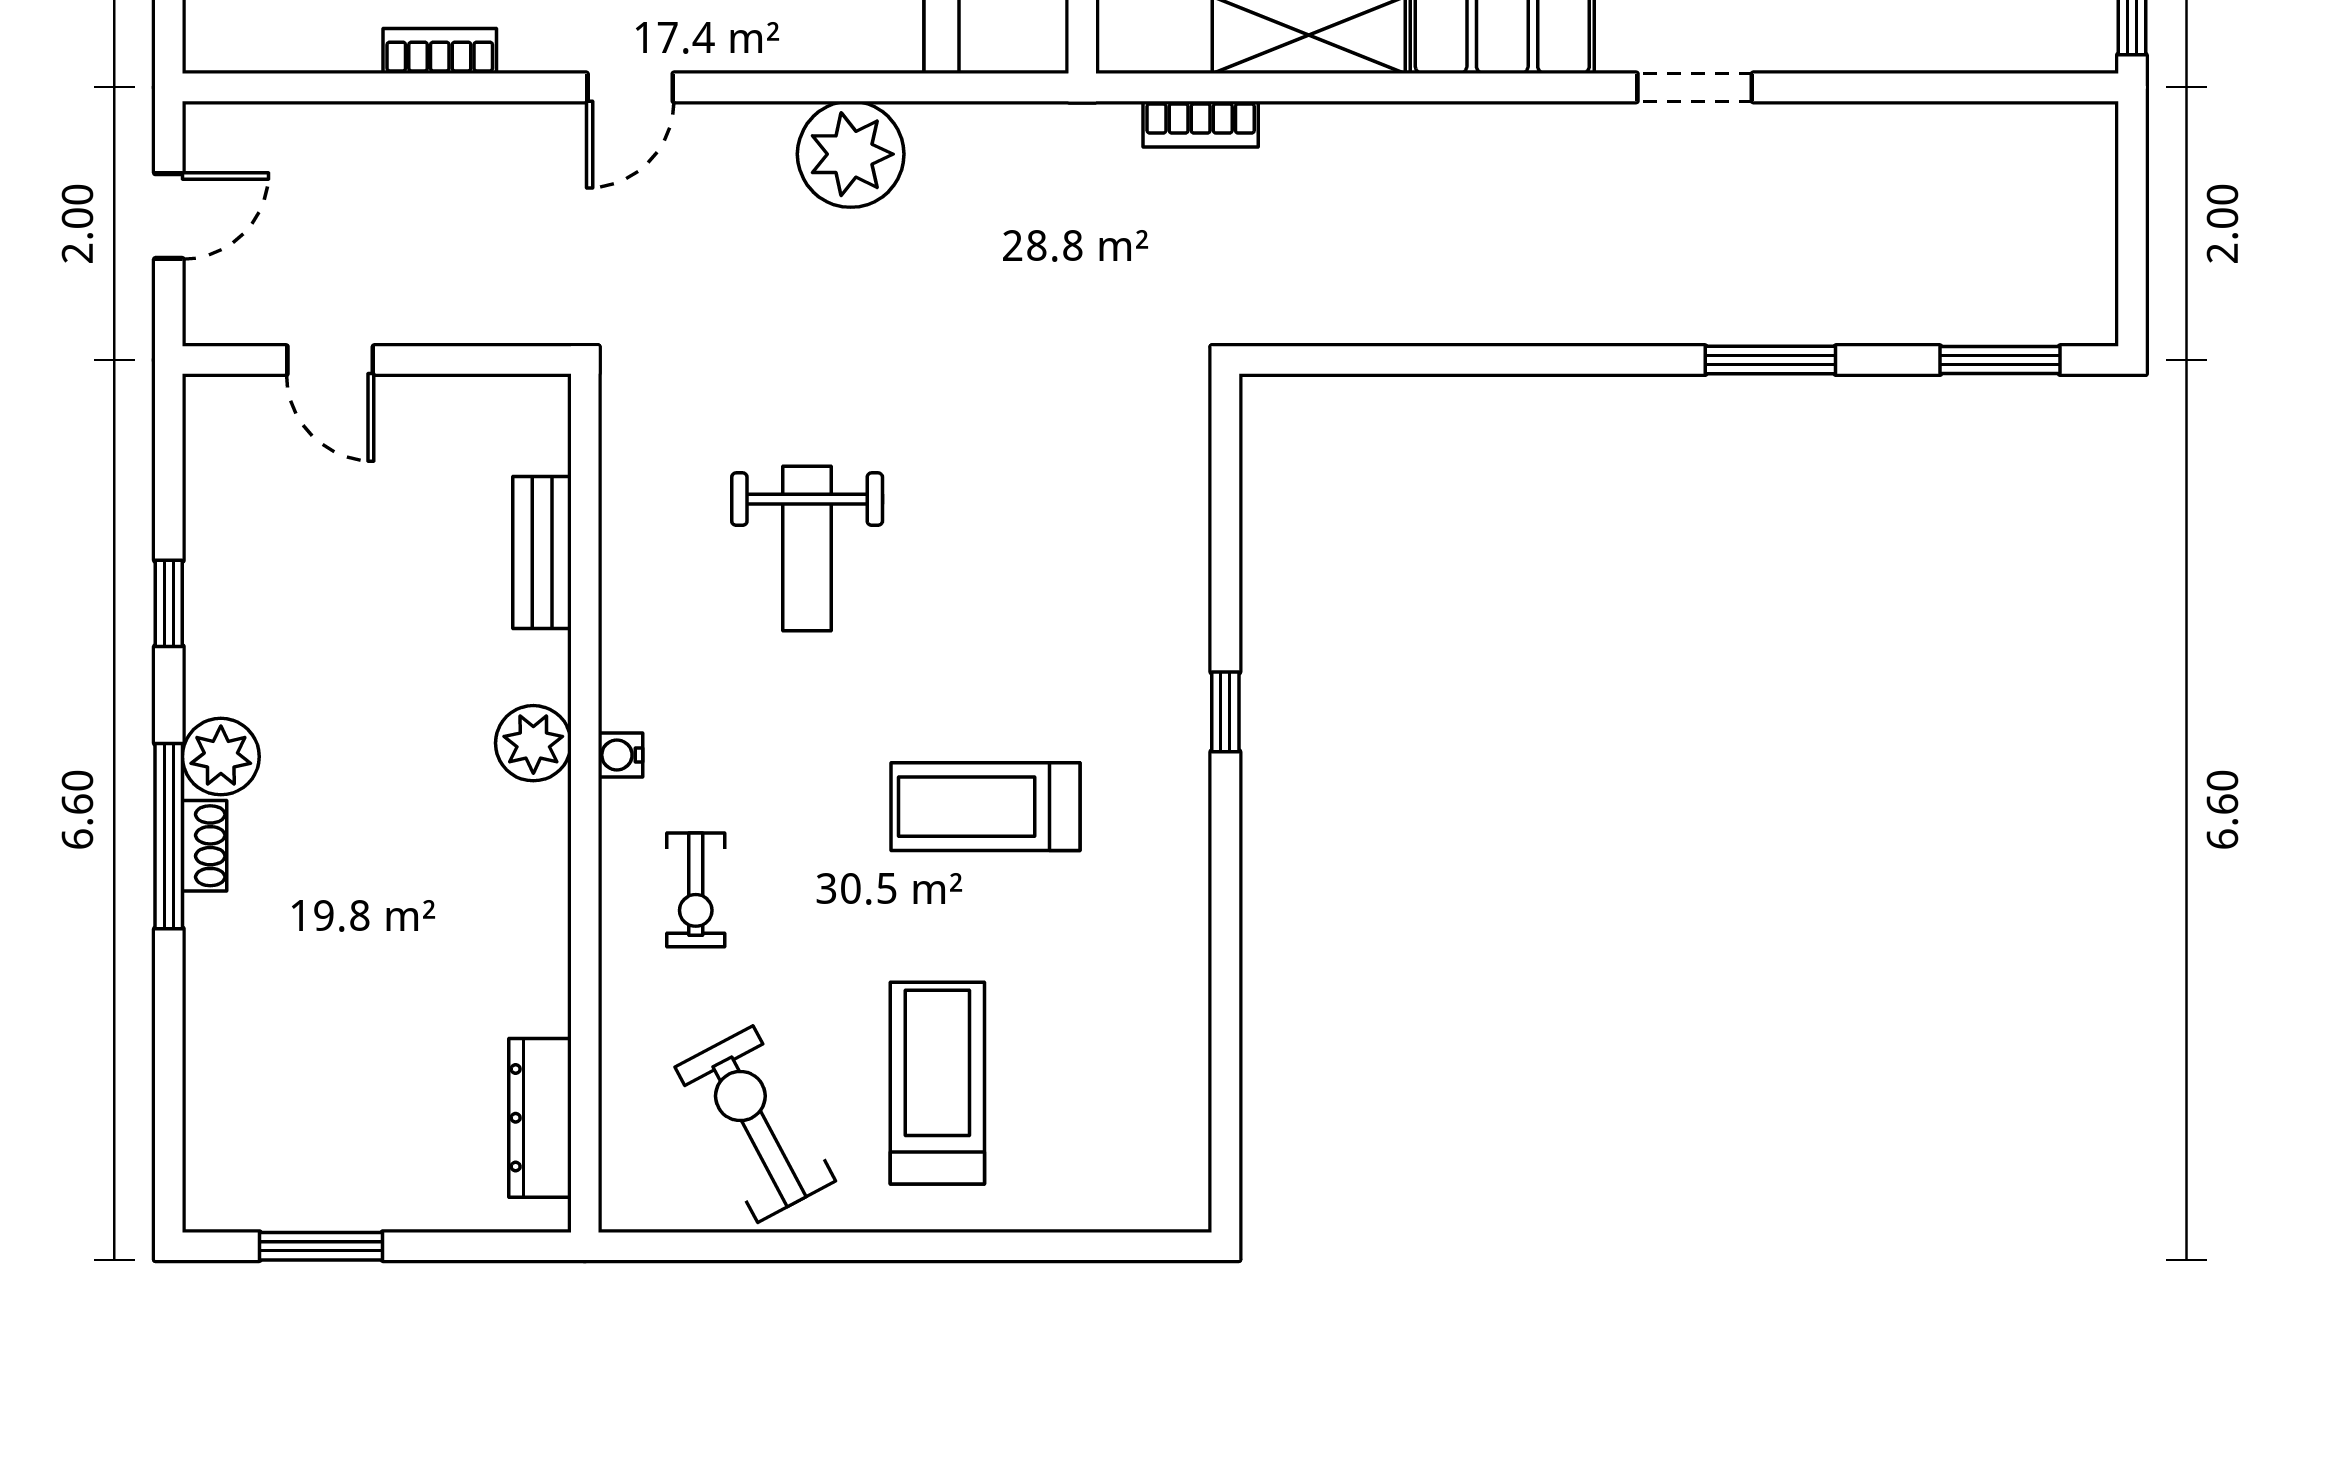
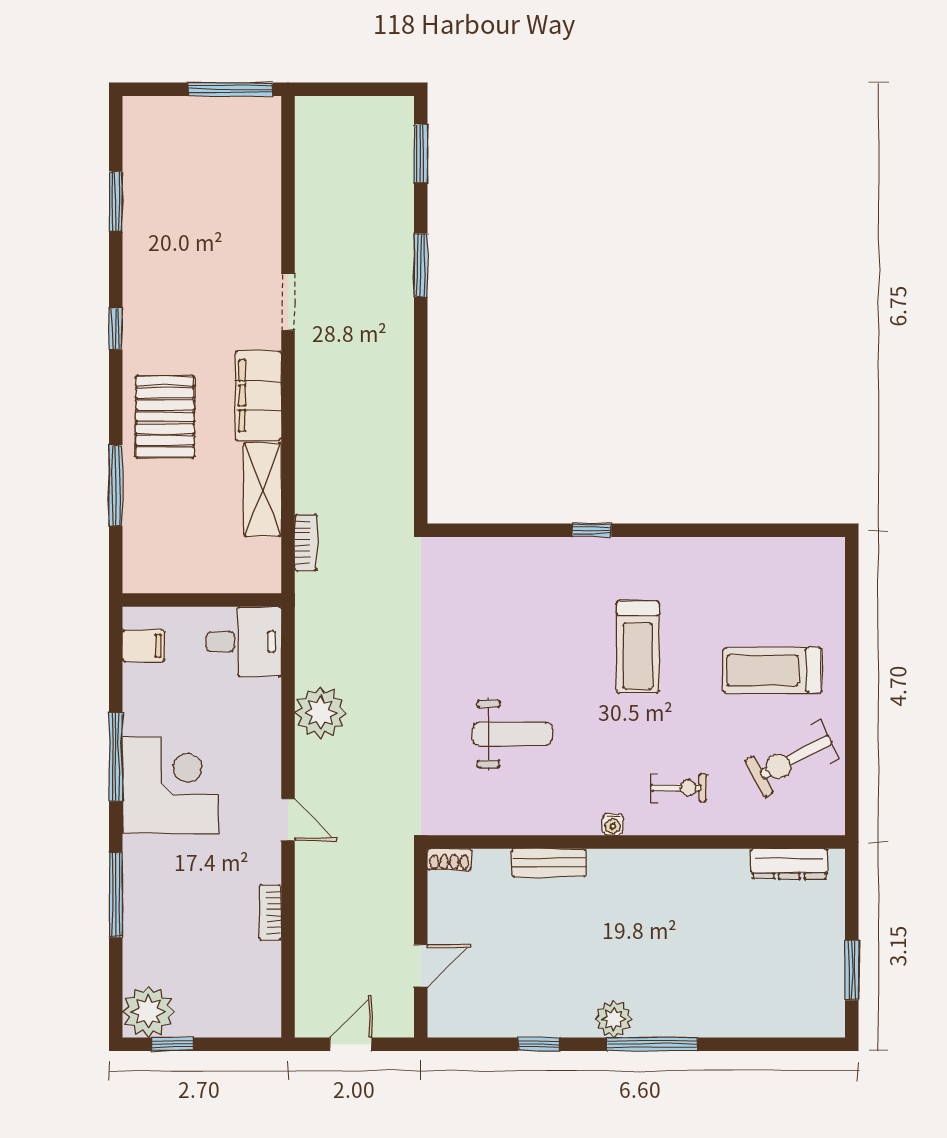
door: (169, 216) -> (351, 1044), hinge flipped
bench: (542, 553) -> (549, 863), moved
plant: (533, 743) -> (607, 867), removed
shoe rack: (205, 846) -> (449, 859), moved, turned 180

